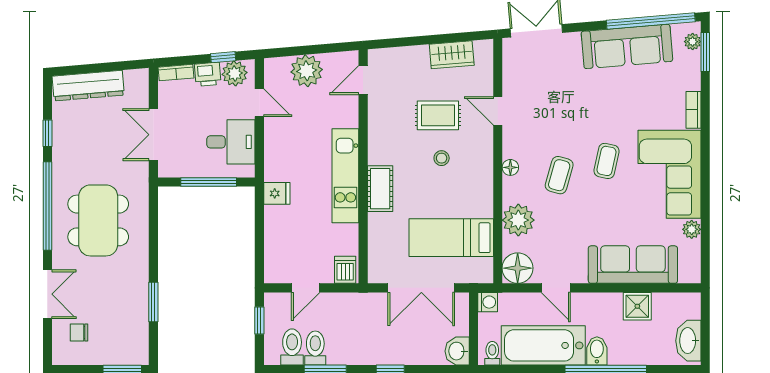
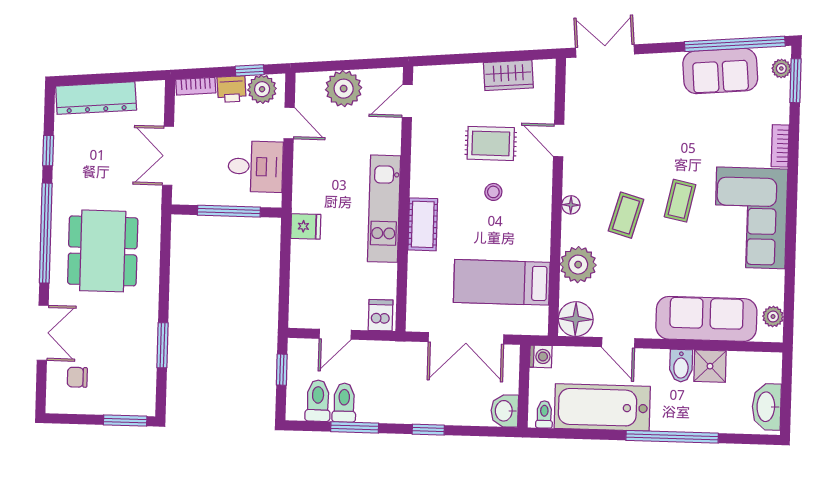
sofa: (627, 46) -> (720, 71), width x0.73
plant: (692, 229) -> (773, 317), moved
bidet: (597, 351) -> (681, 366), moved, turned 180

